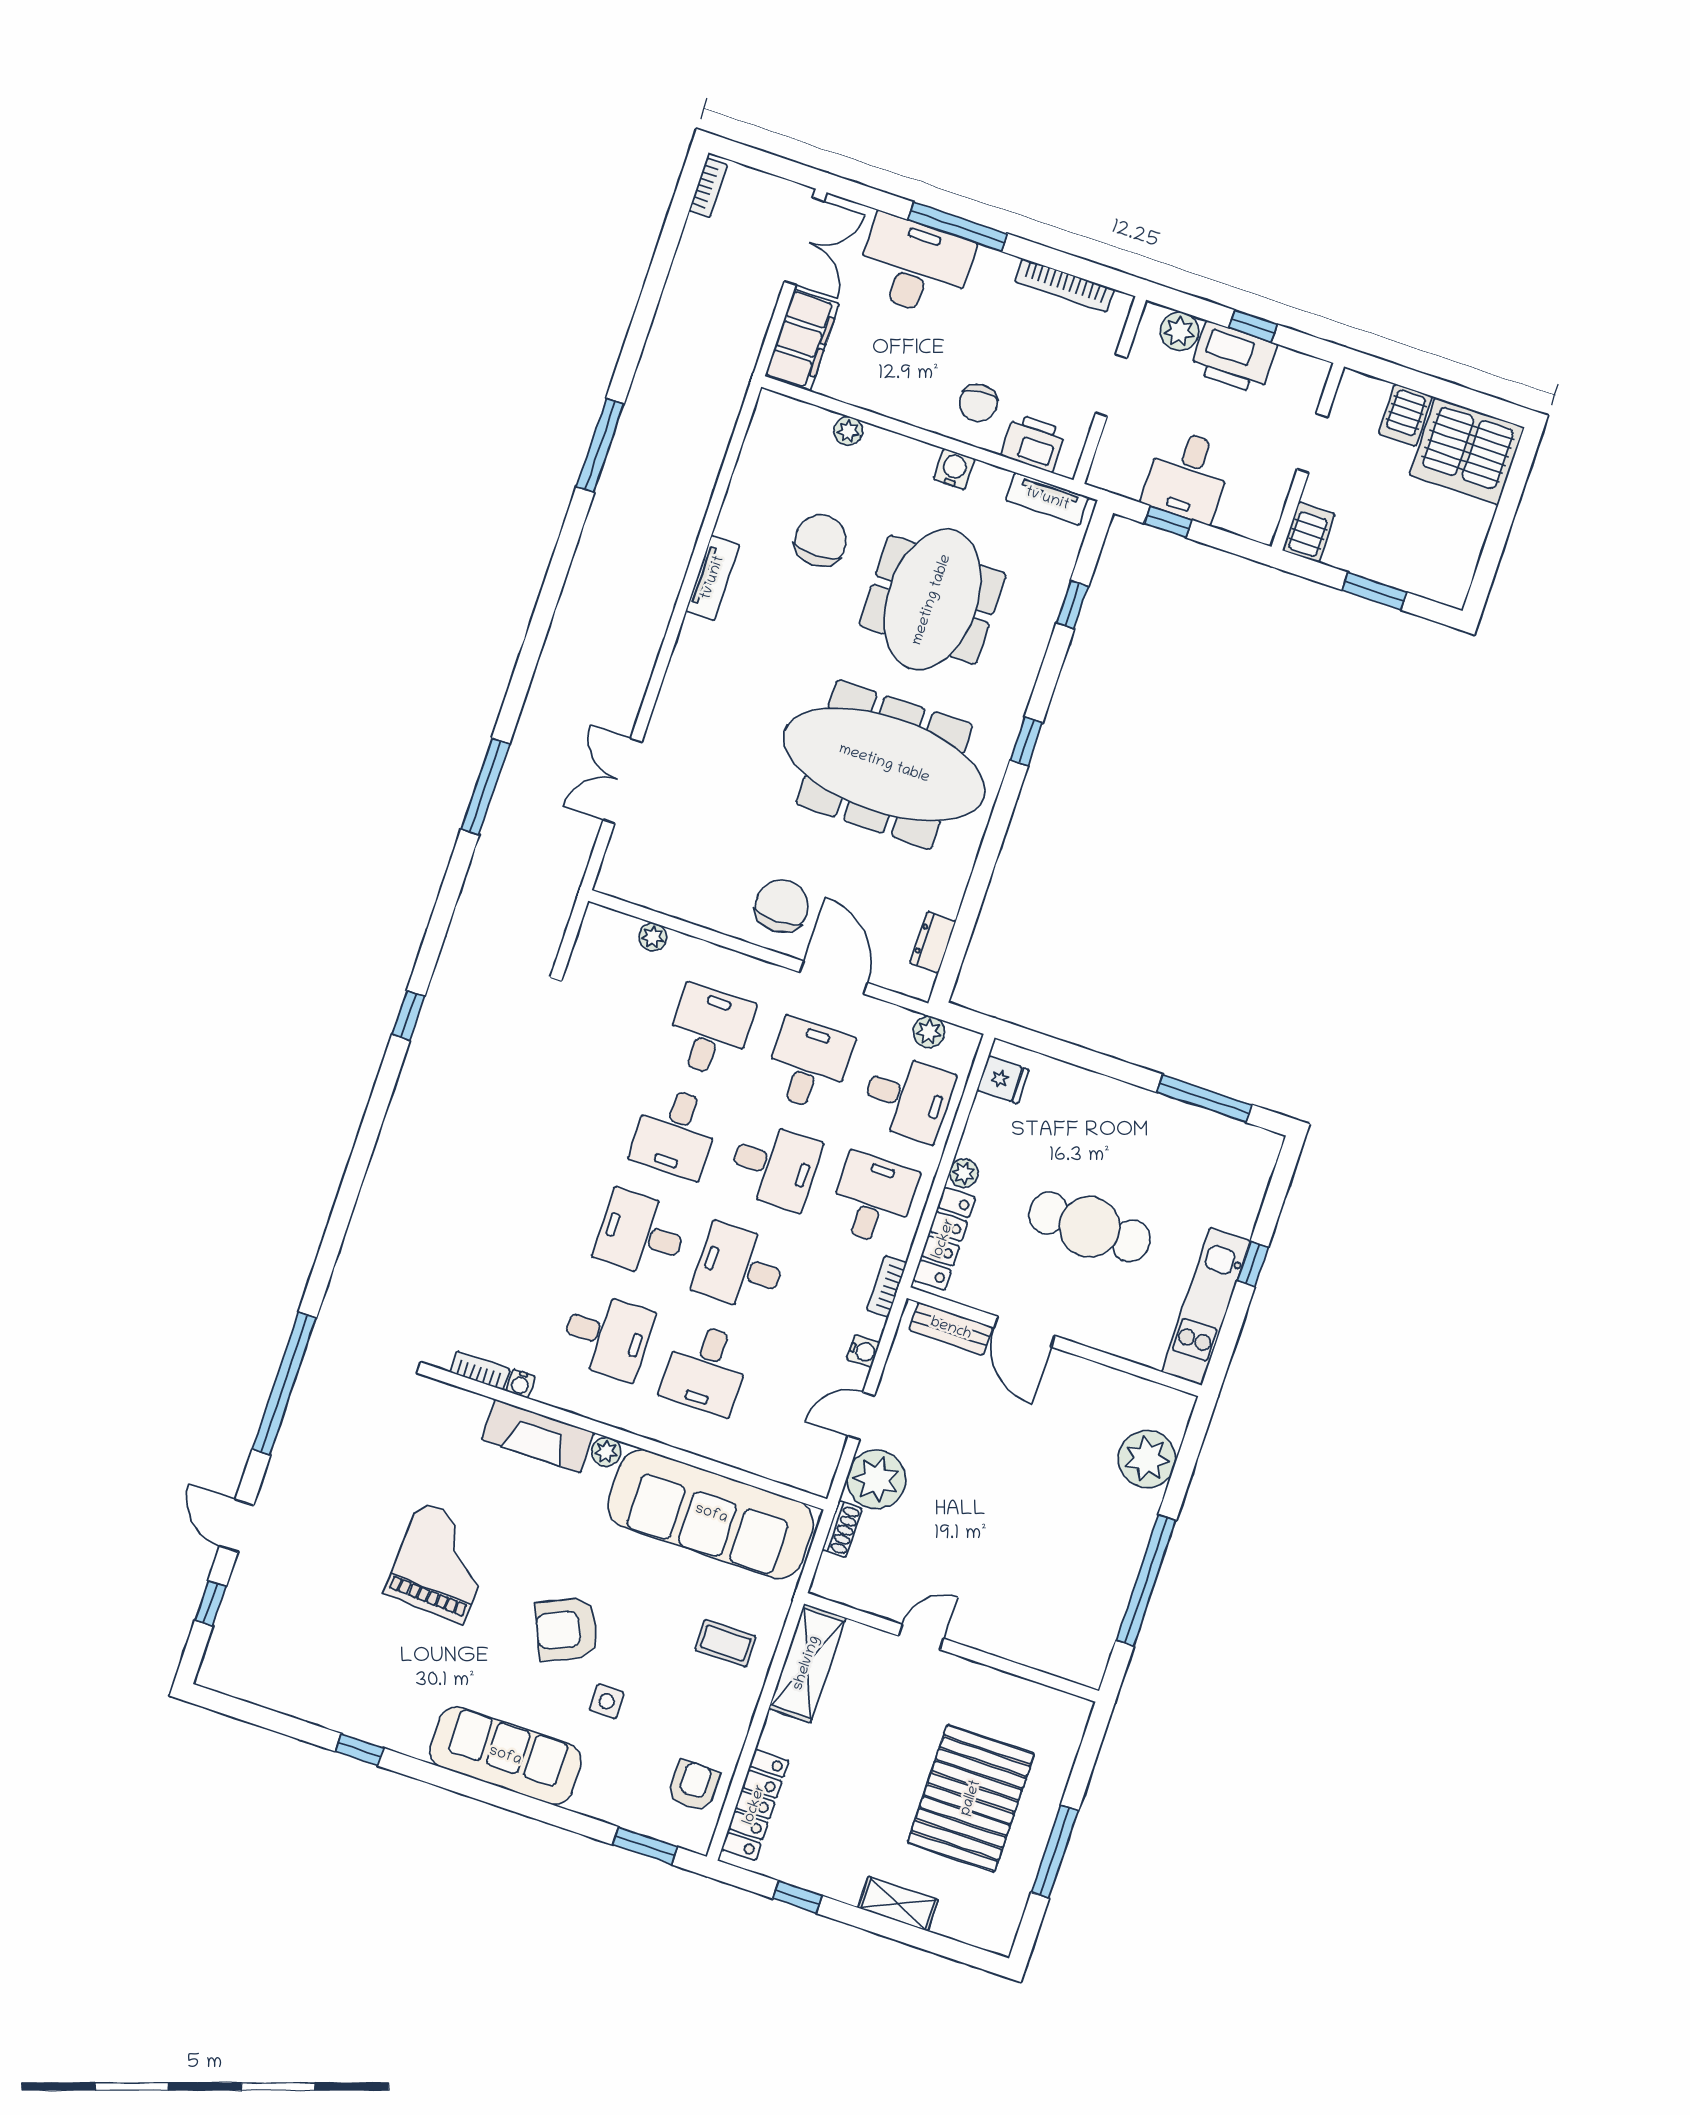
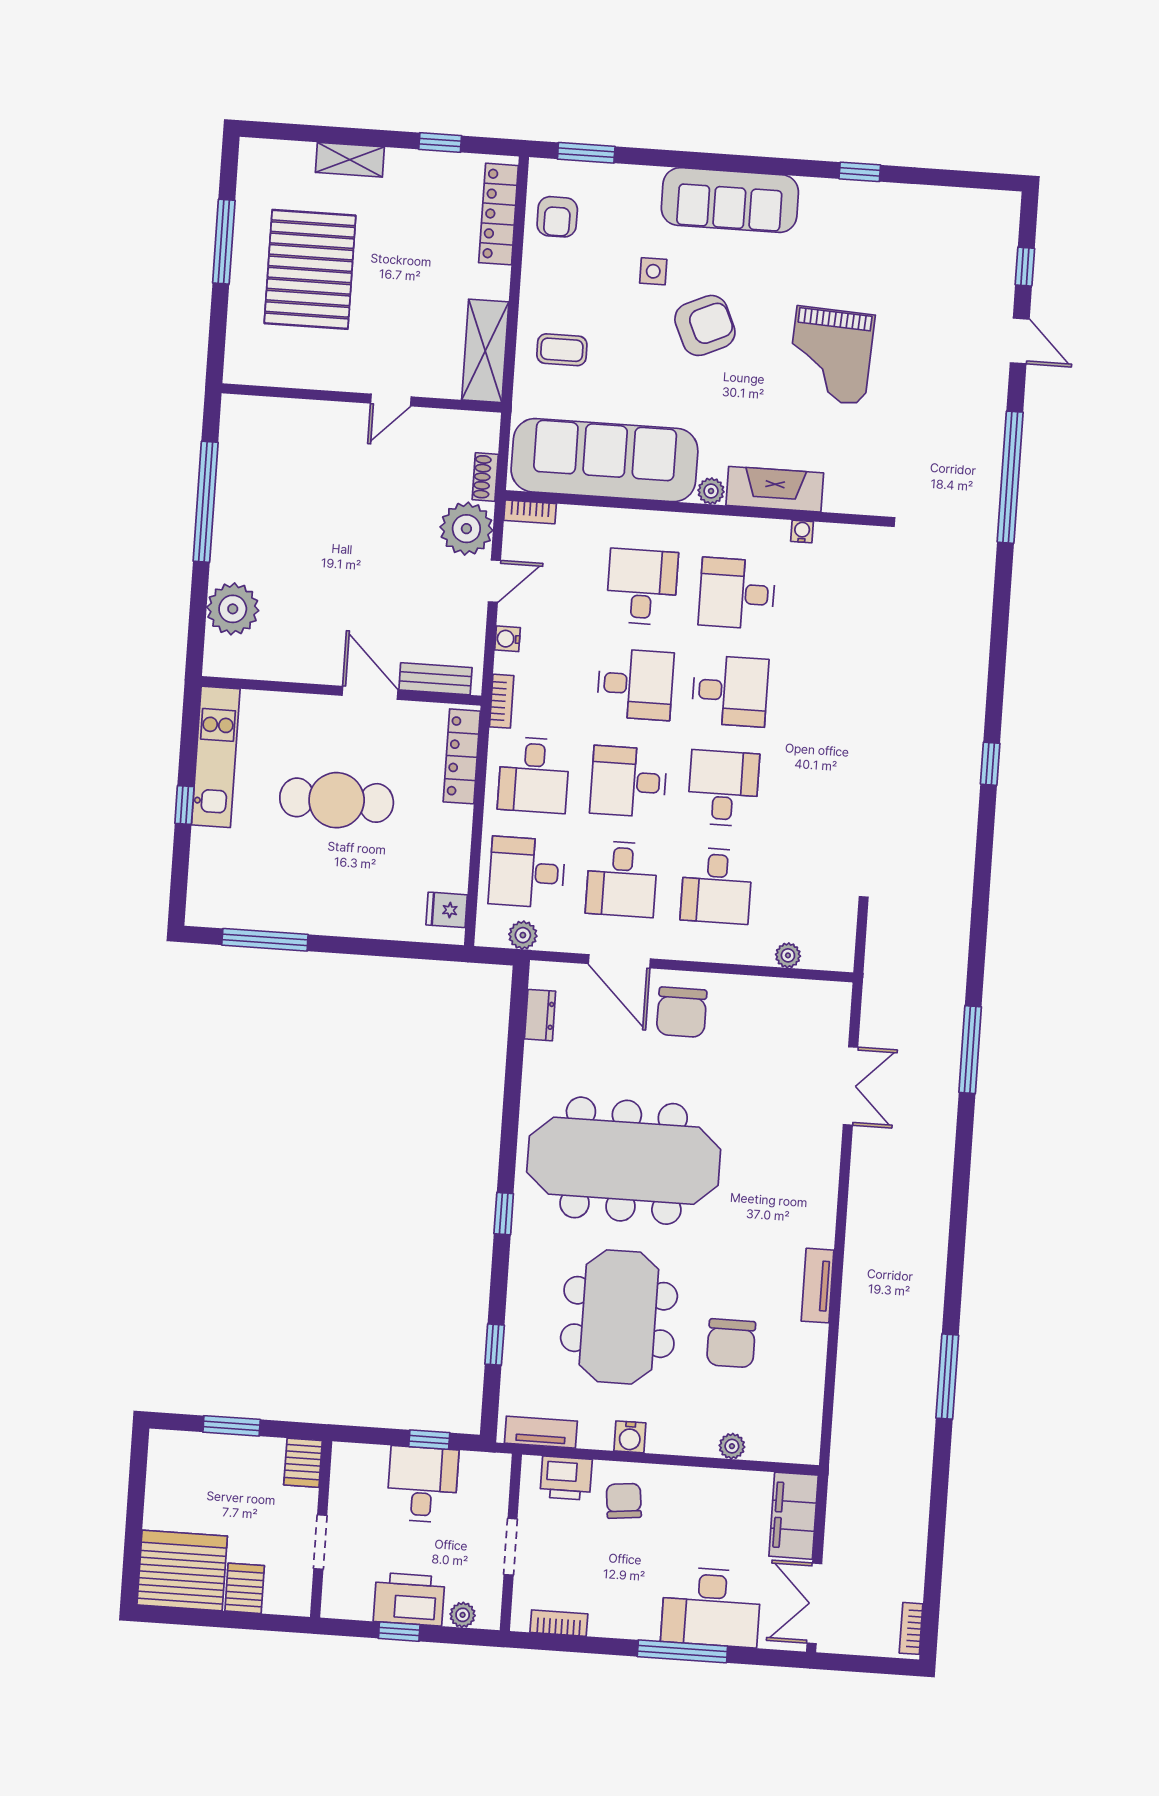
bookcase: (1065, 285) -> (559, 1623), width x0.64
plant: (1179, 331) -> (463, 1615), width x0.73, depth x0.73
window: (408, 1016) -> (990, 764), moved
plant: (964, 1173) -> (460, 819), removed
bookcase: (480, 1370) -> (530, 512), moved

